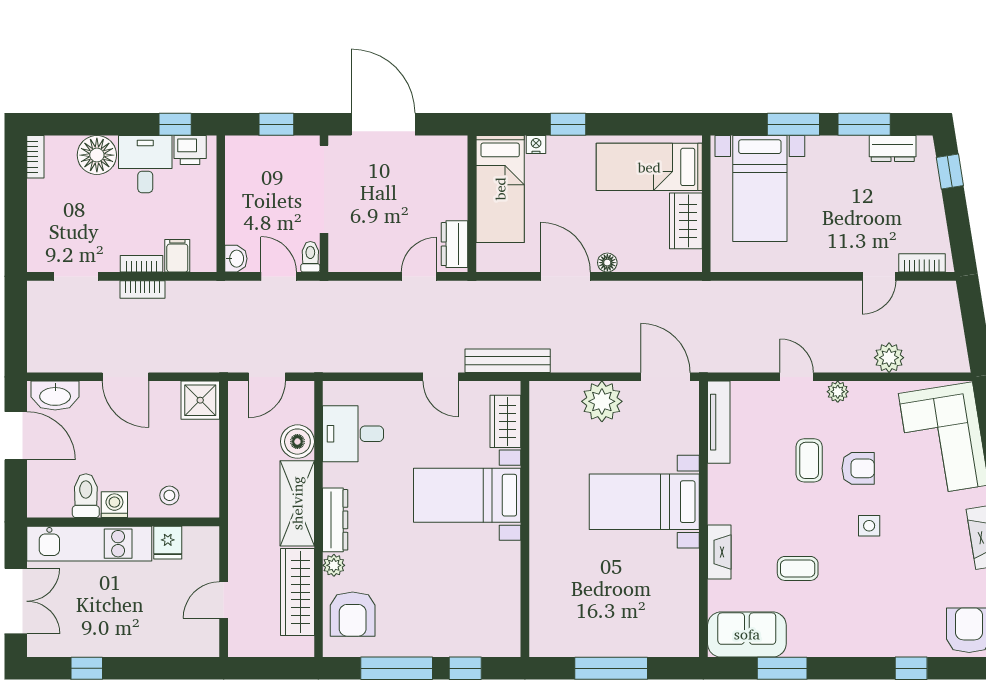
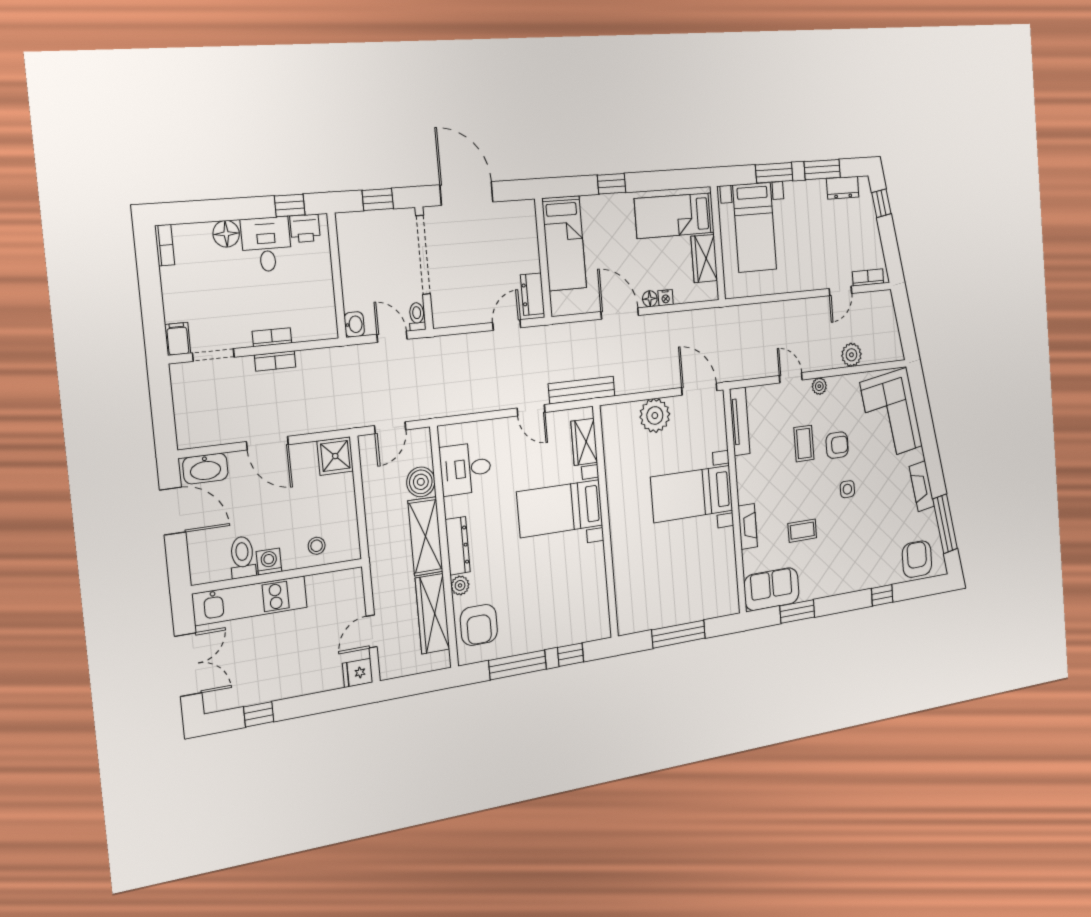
nightstand: (536, 145) -> (666, 298), moved, turned 180
floor lamp: (97, 155) -> (226, 234), width x0.73, depth x0.73
filing cabinet: (177, 256) -> (178, 339), moved
fridge: (168, 543) -> (358, 673), moved, turned 90

